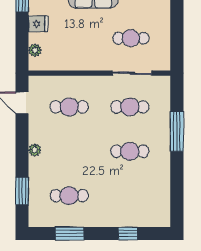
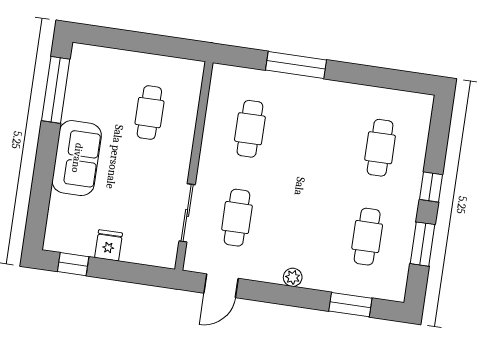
plant: (35, 50) -> (147, 256), removed
sliding door: (132, 73) -> (187, 213), moved
cafe table: (130, 151) -> (380, 148), moved
window: (128, 233) -> (431, 187), moved

